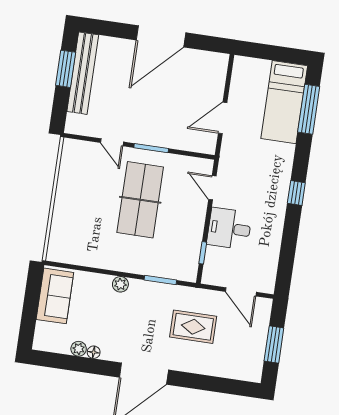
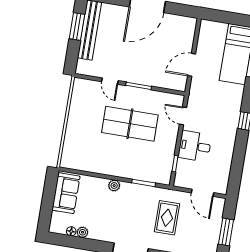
table tennis table: (140, 200) -> (130, 124), turned 90
rug: (193, 327) -> (167, 218), turned 90
floor lamp: (94, 352) -> (71, 231), moved

